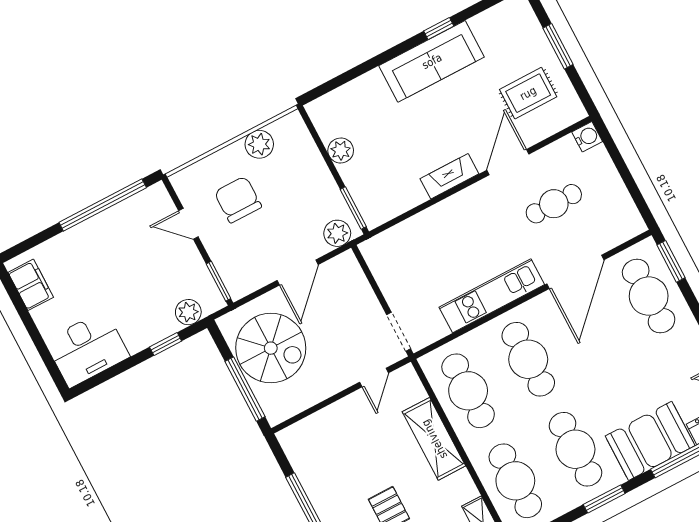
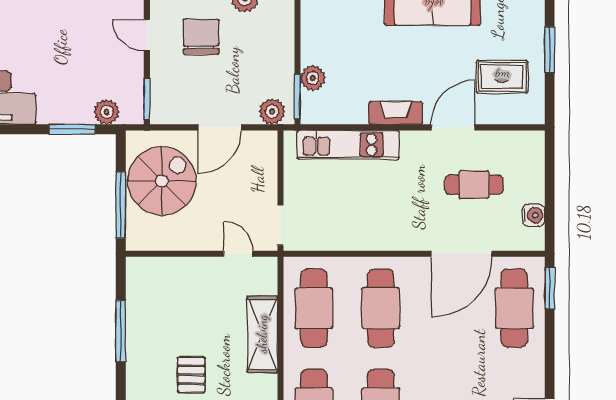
water cooler: (587, 137) -> (534, 215), moved
plant: (341, 150) -> (313, 78), moved
kitchen unit: (492, 296) -> (348, 145), moved, turned 180
window: (166, 344) -> (72, 129), width x1.50
spiral stairs: (271, 348) -> (162, 181), turned -90
door: (374, 378) -> (238, 254), swing flipped

